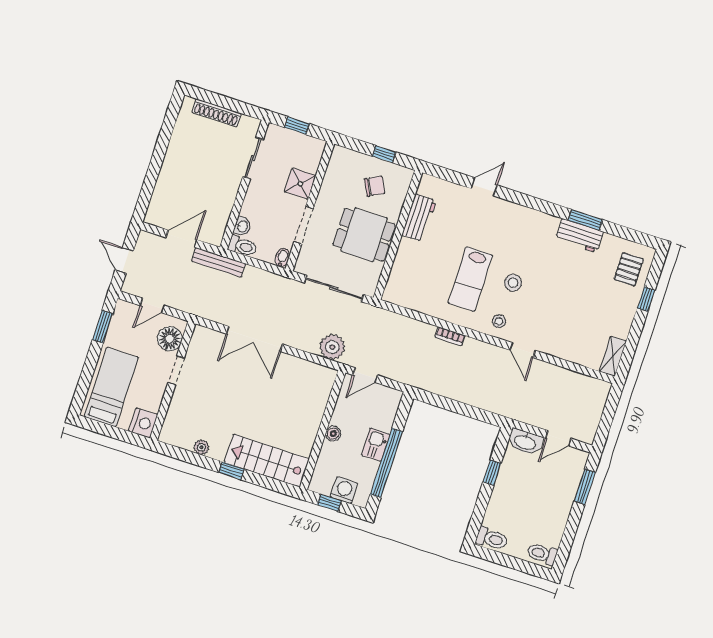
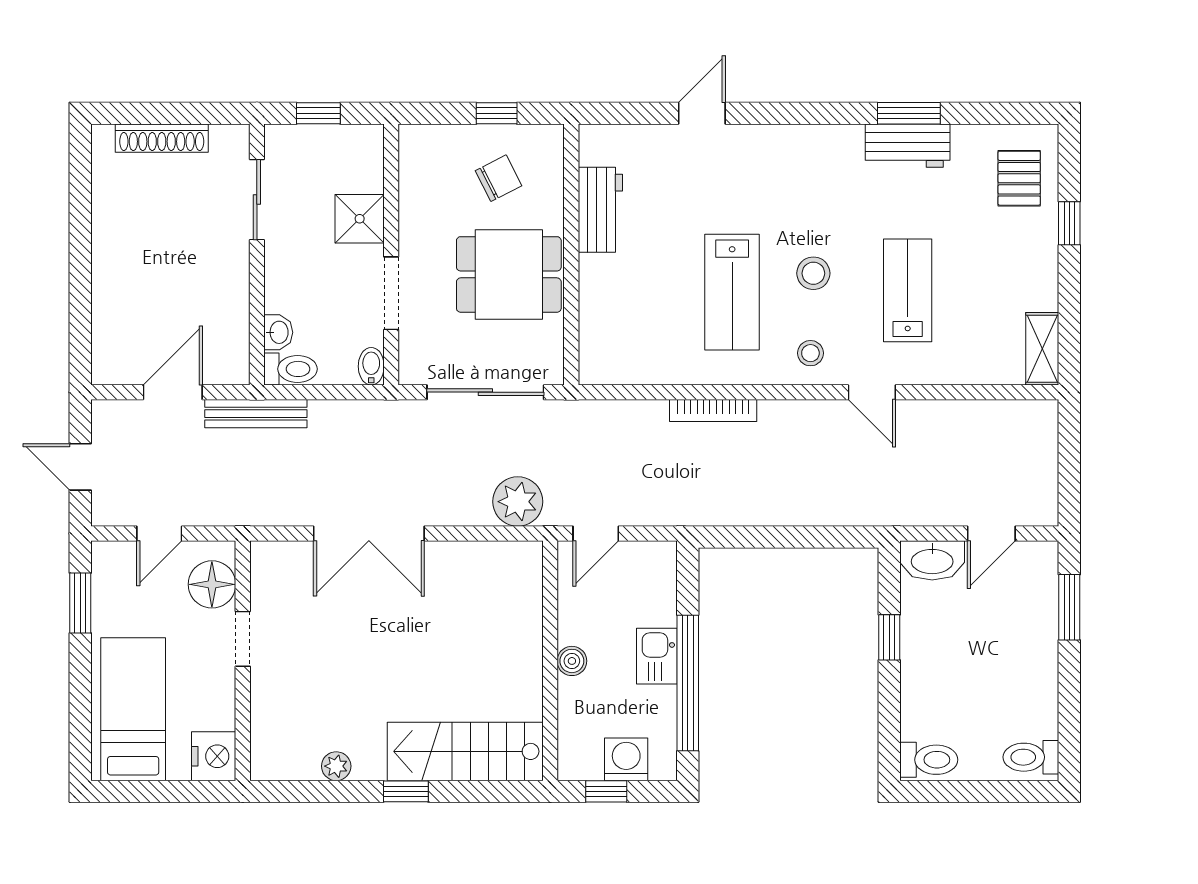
lab bench: (556, 306) -> (908, 290), added
bookcase: (450, 336) -> (713, 410), width x1.56

